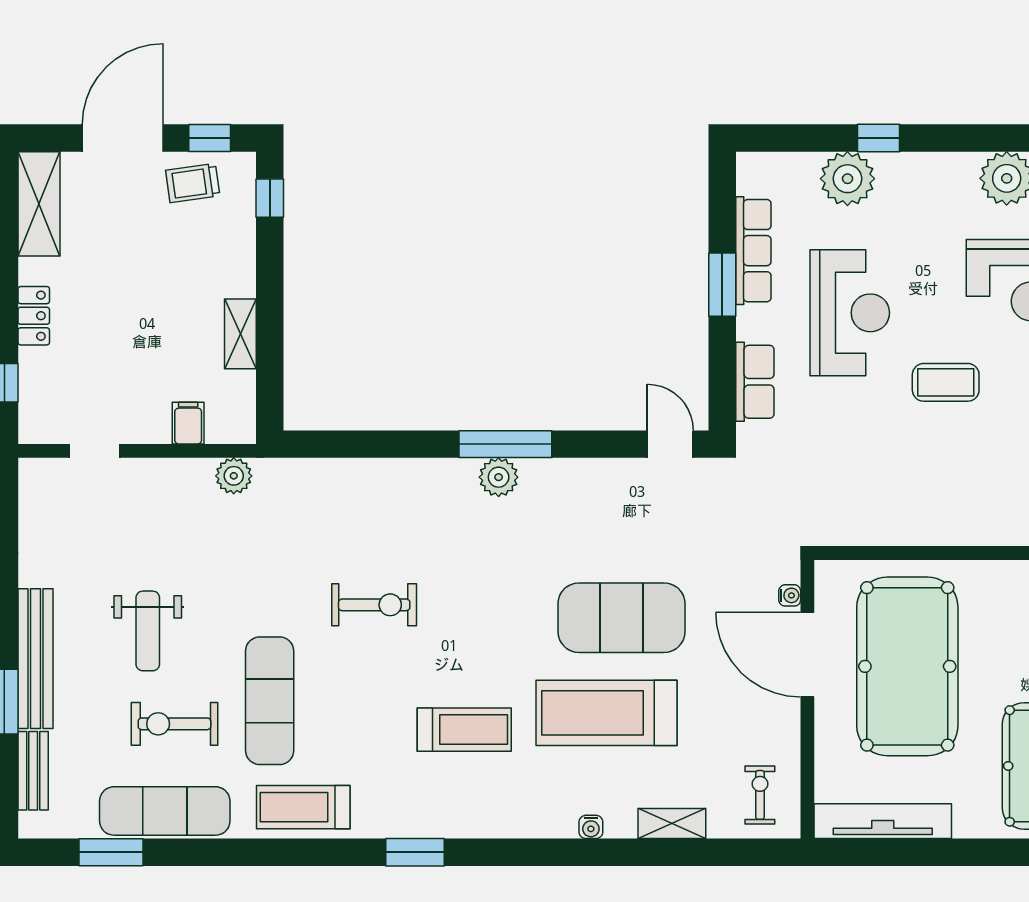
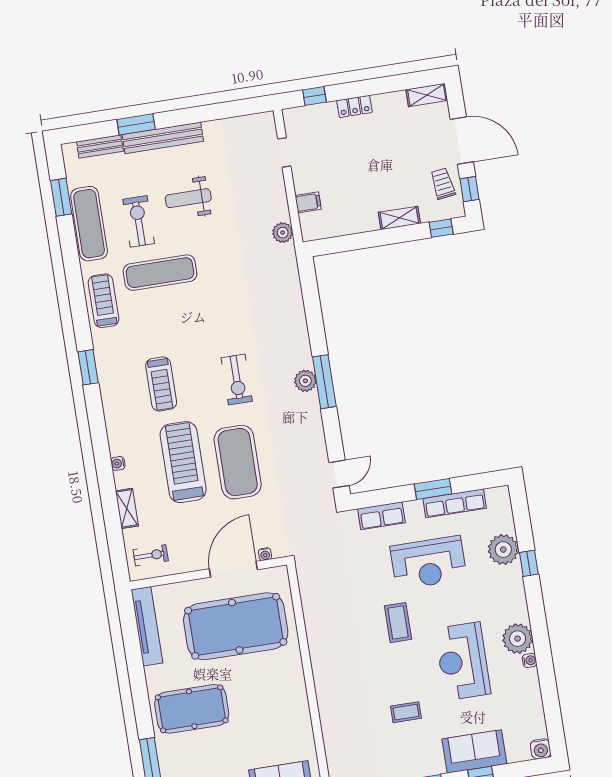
shelving: (39, 204) -> (427, 95), width x0.67, depth x0.75
shelving: (240, 334) -> (399, 218), moved
exercise bike: (374, 605) -> (237, 380), moved

